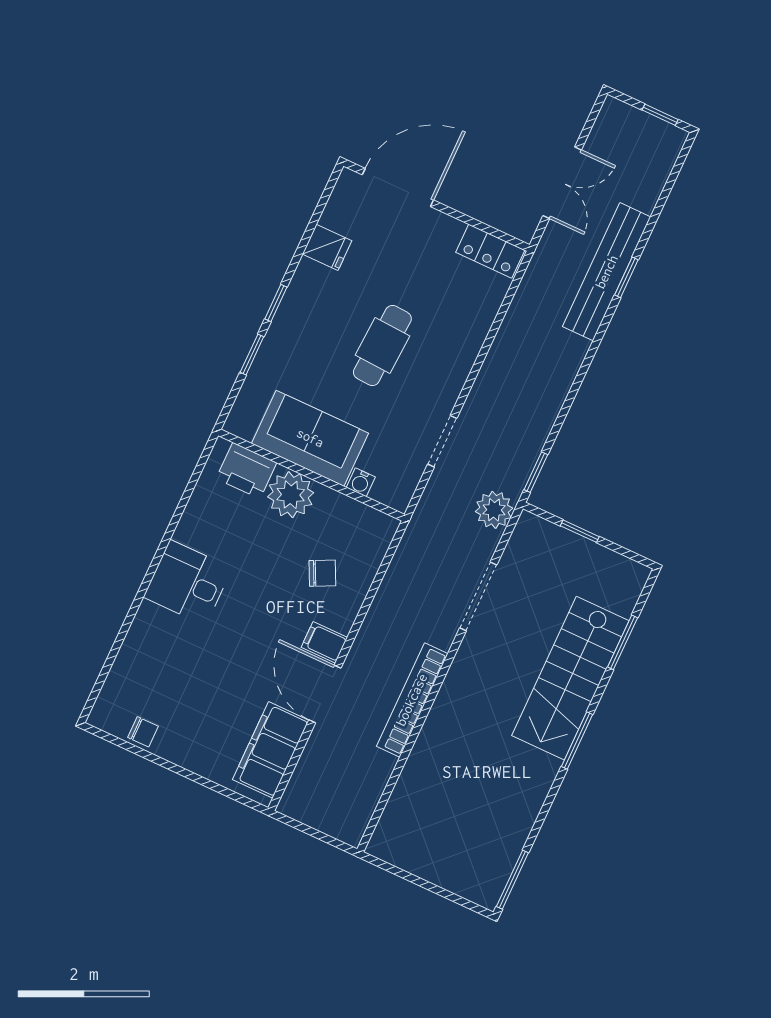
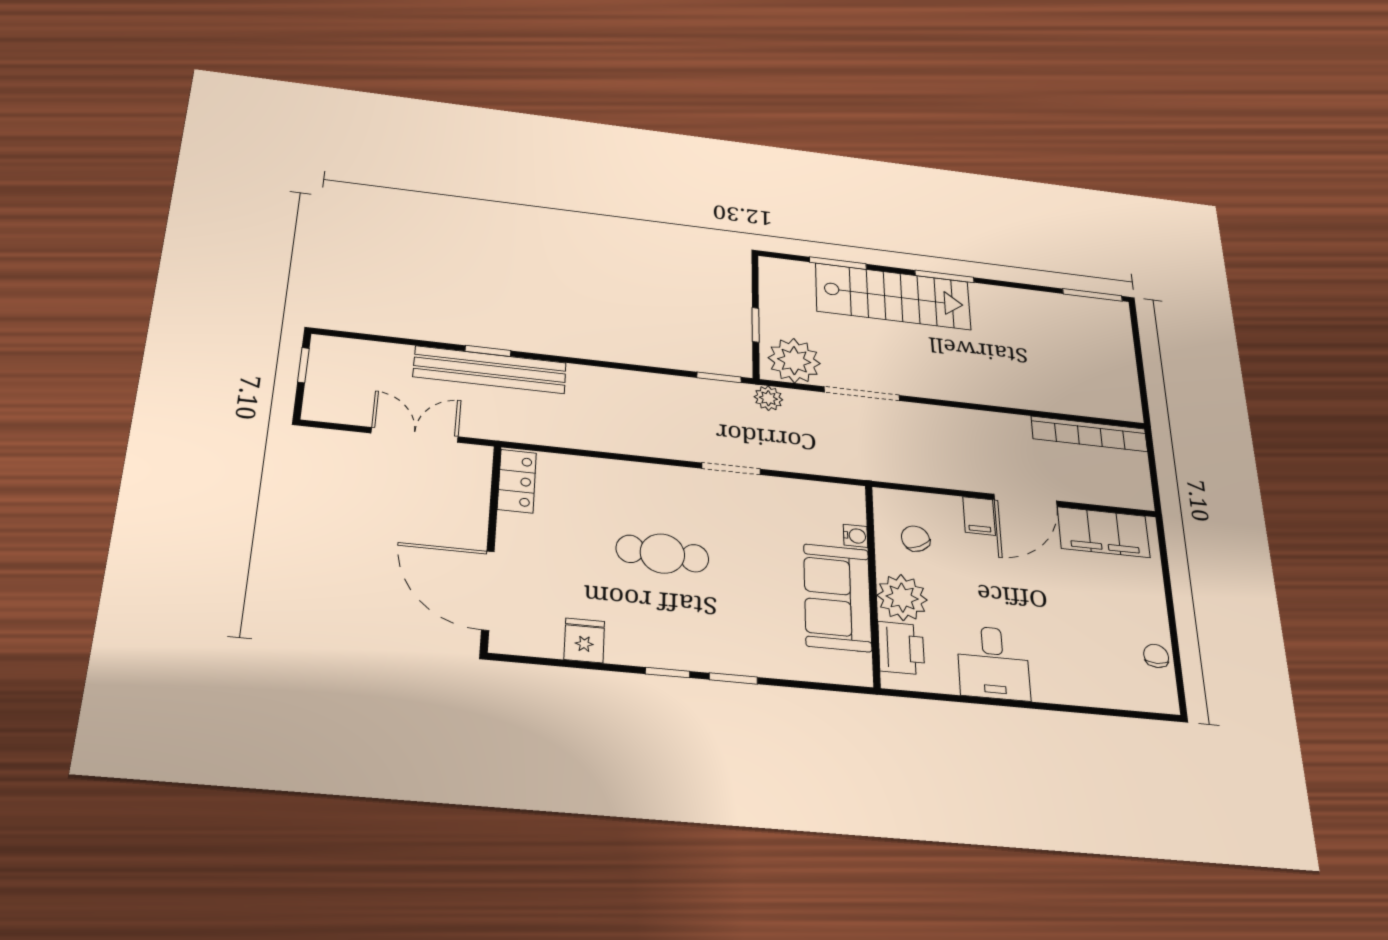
sofa: (310, 438) -> (837, 597), moved
printer: (246, 471) -> (901, 648), moved
wall: (311, 475) -> (873, 584), moved
water cooler: (361, 482) -> (855, 536), moved
plant: (291, 495) -> (902, 598), moved
plant: (494, 510) -> (768, 398), width x0.73, depth x0.73
plant: (532, 550) -> (794, 361), added
bookcase: (412, 700) -> (1089, 434), moved

